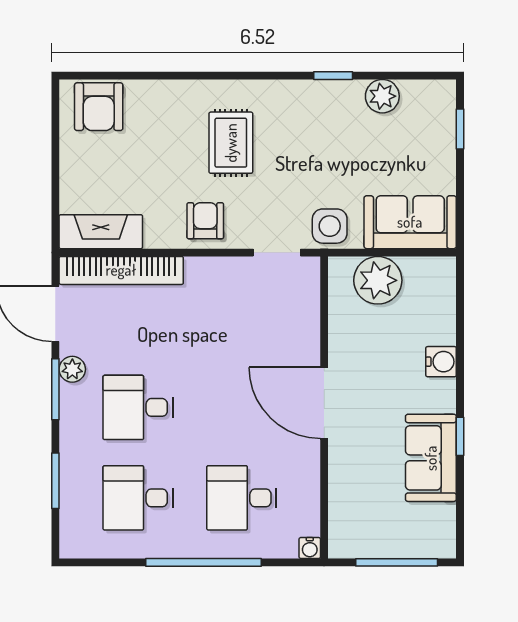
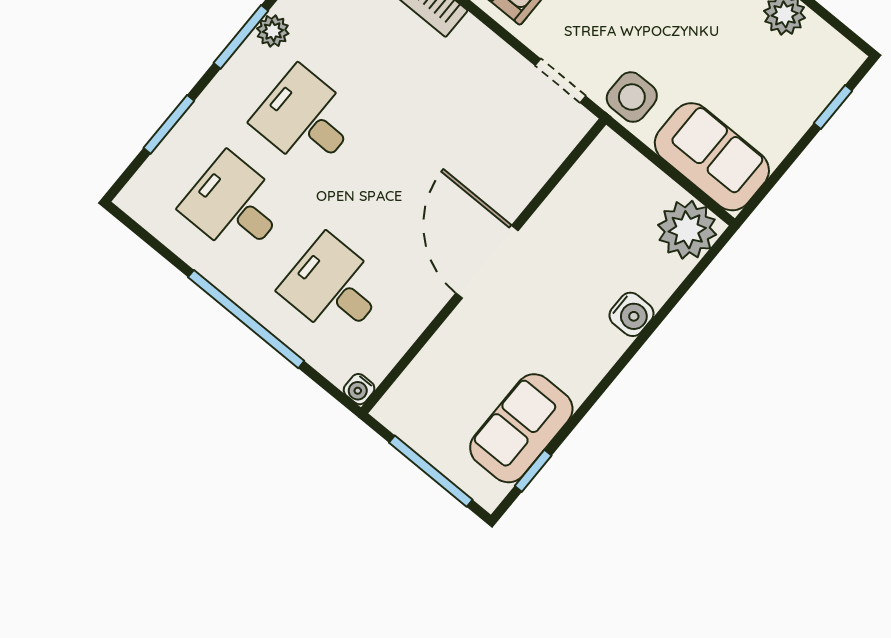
plant: (378, 280) -> (687, 230), moved
window: (460, 436) -> (533, 471), moved
sofa: (431, 458) -> (521, 428), moved

